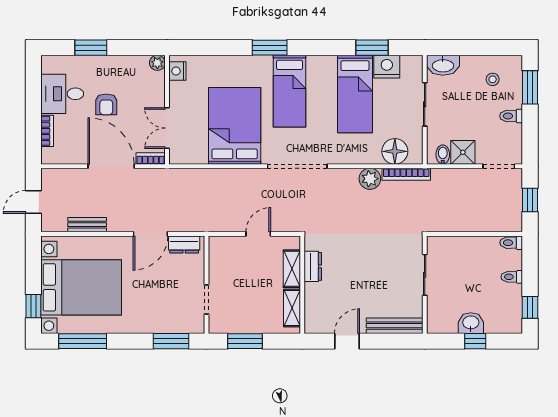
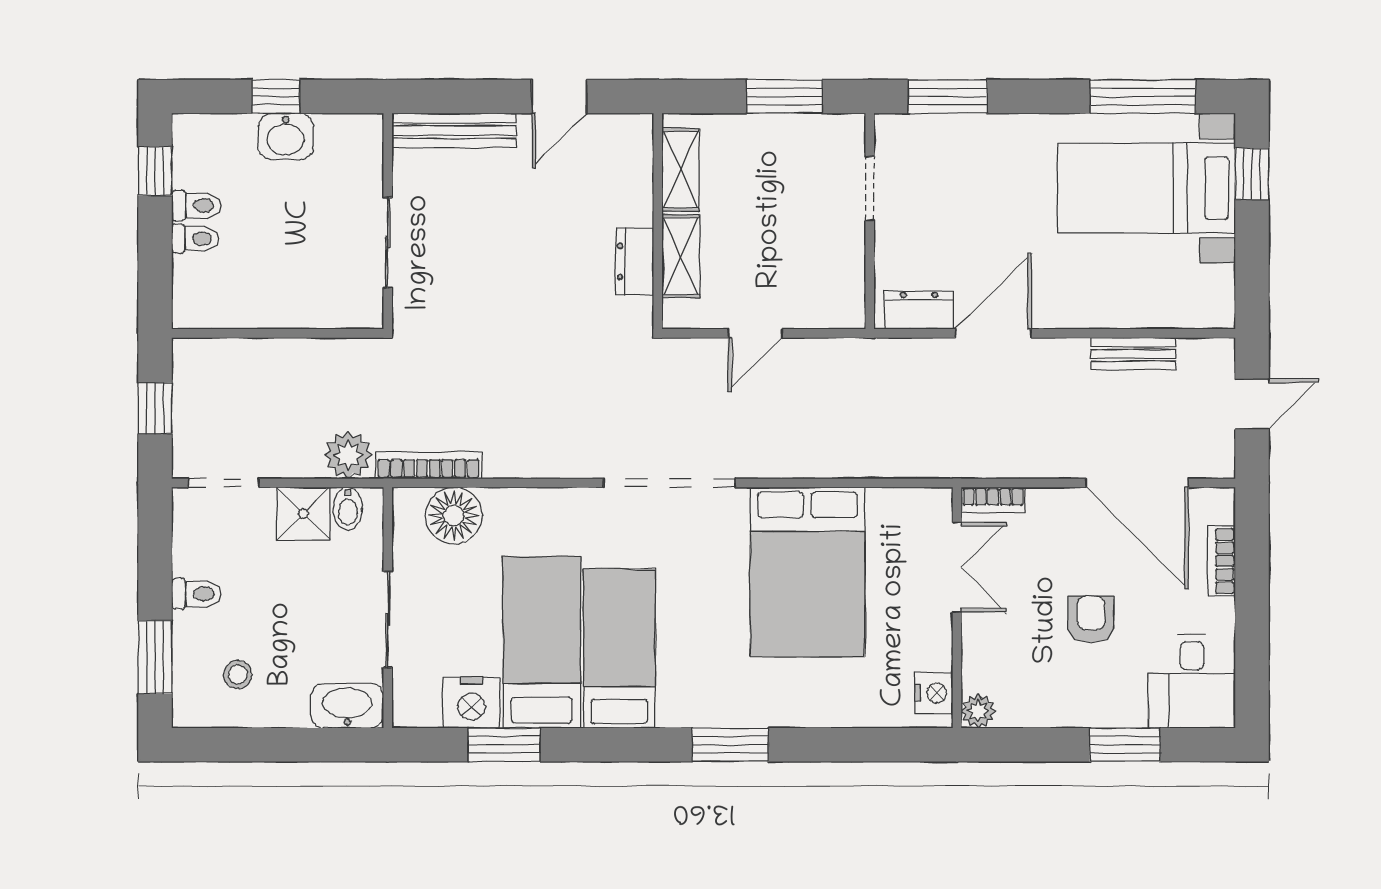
bed: (290, 91) -> (619, 649), moved
desk: (62, 94) -> (1192, 681), moved, turned 90
door: (111, 166) -> (1137, 483), moved
plant: (370, 179) -> (348, 455), moved
toilet: (511, 243) -> (197, 205), moved
bed with nightstands: (81, 287) -> (1147, 188), width x0.73

